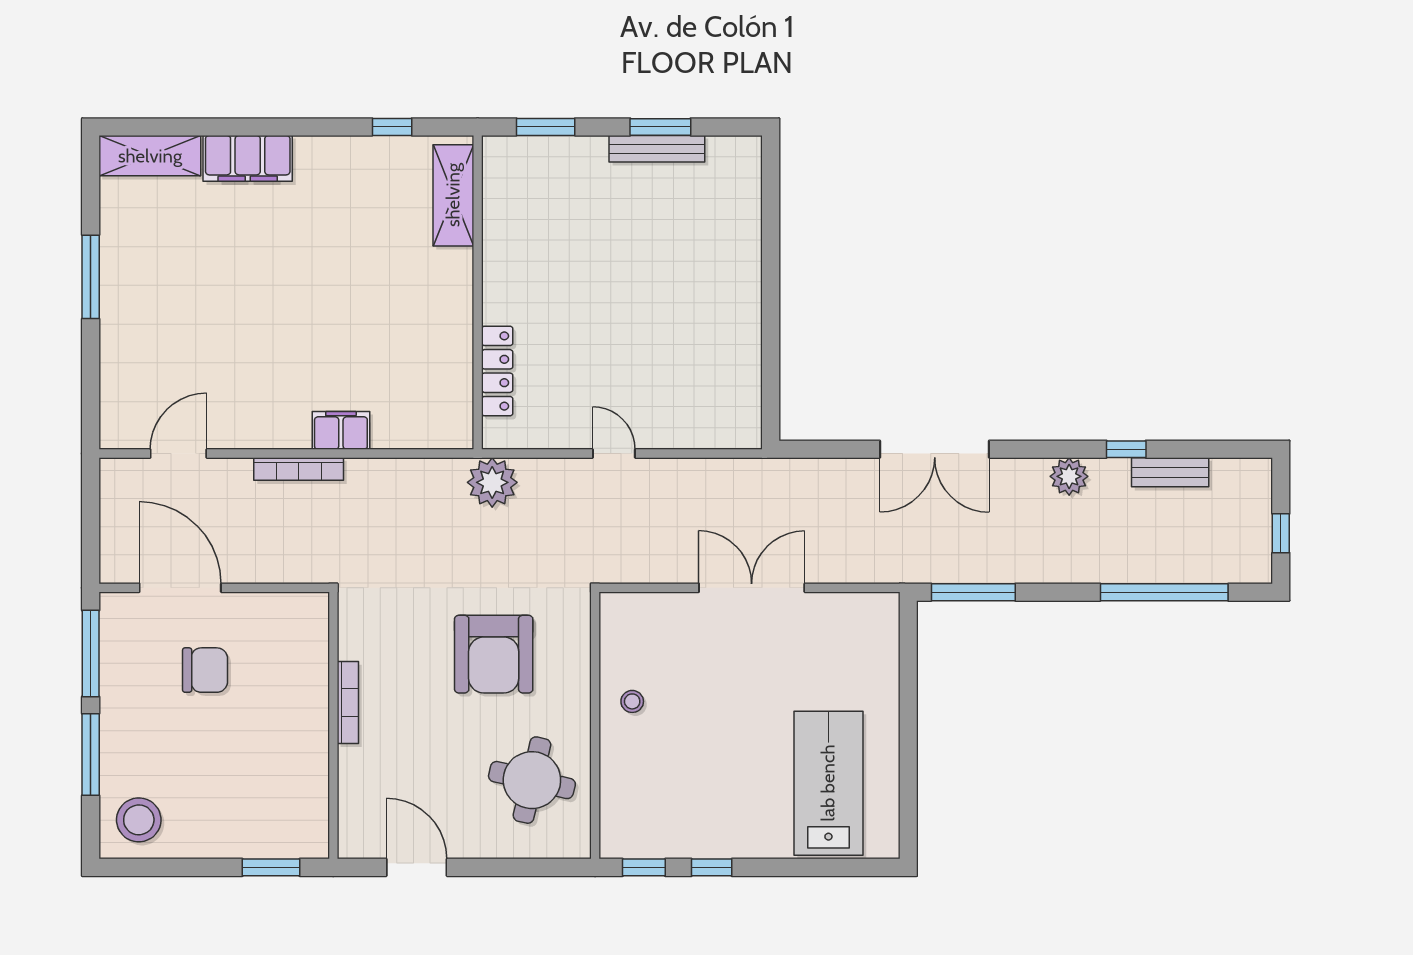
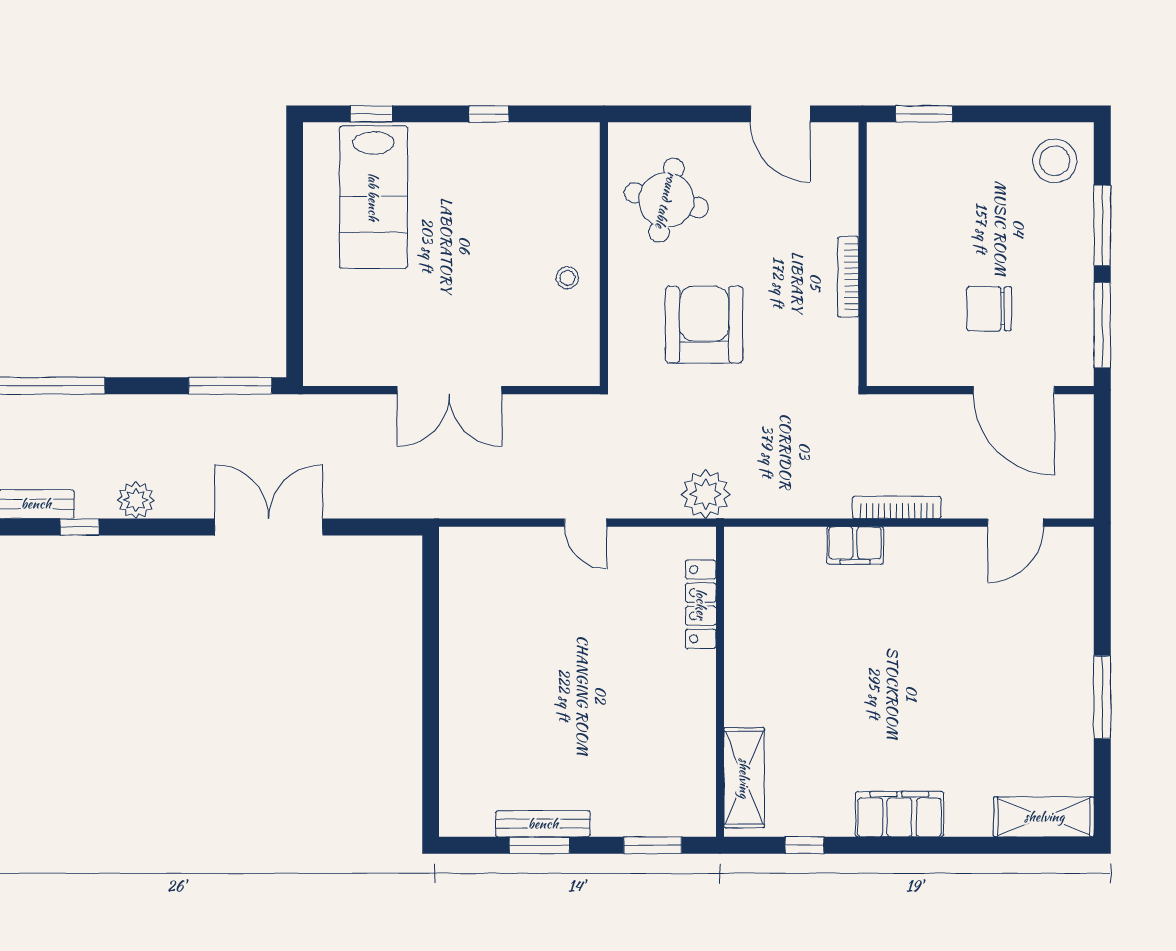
filing cabinet: (248, 158) -> (899, 814), moved
window: (644, 867) -> (371, 114), moved

